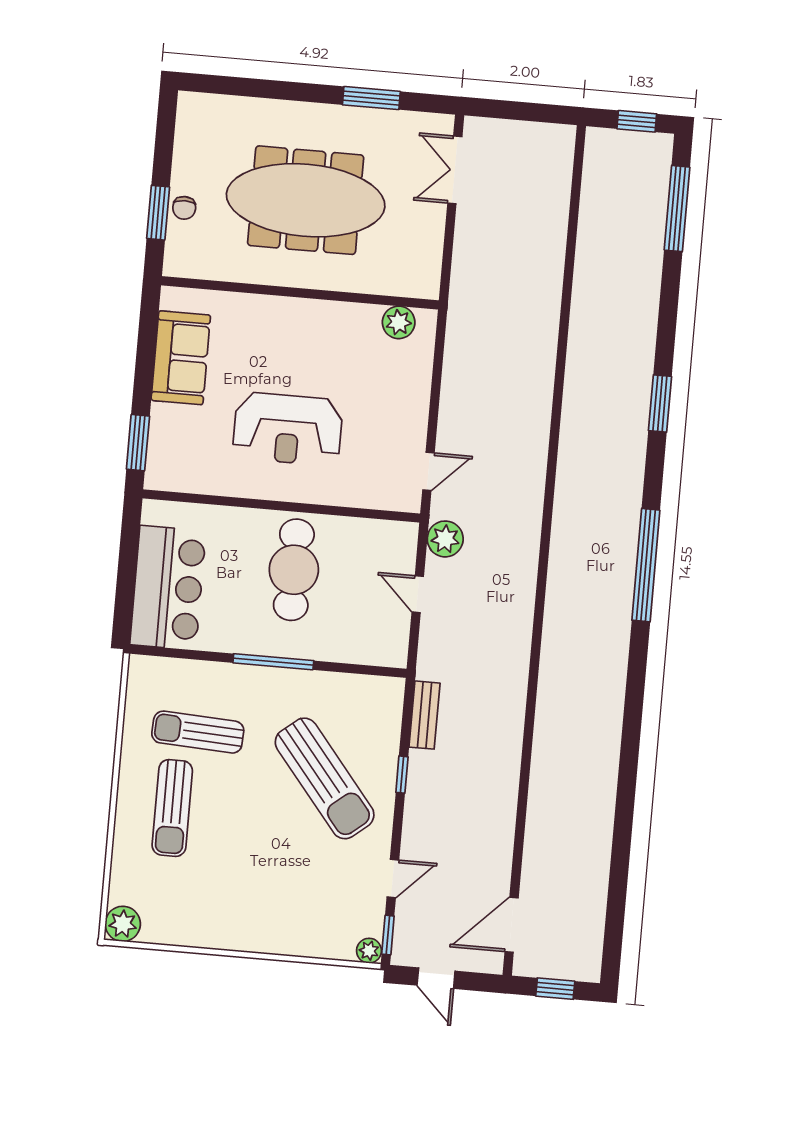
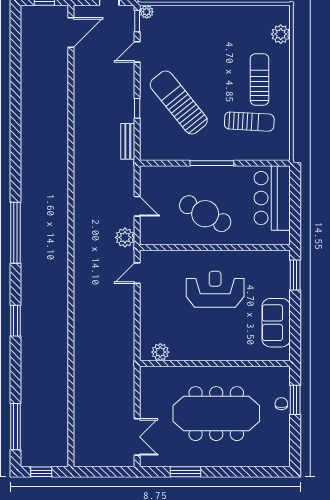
cafe table: (294, 570) -> (205, 214), turned -62
plant: (123, 924) -> (281, 34), moved

